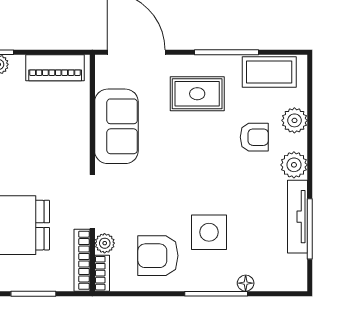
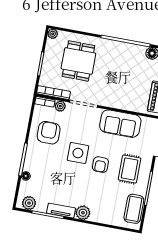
plant: (294, 120) -> (29, 203), moved
armchair: (254, 137) -> (100, 165), moved
tv unit: (297, 217) -> (61, 211), width x0.71
side table: (209, 232) -> (78, 153), moved

